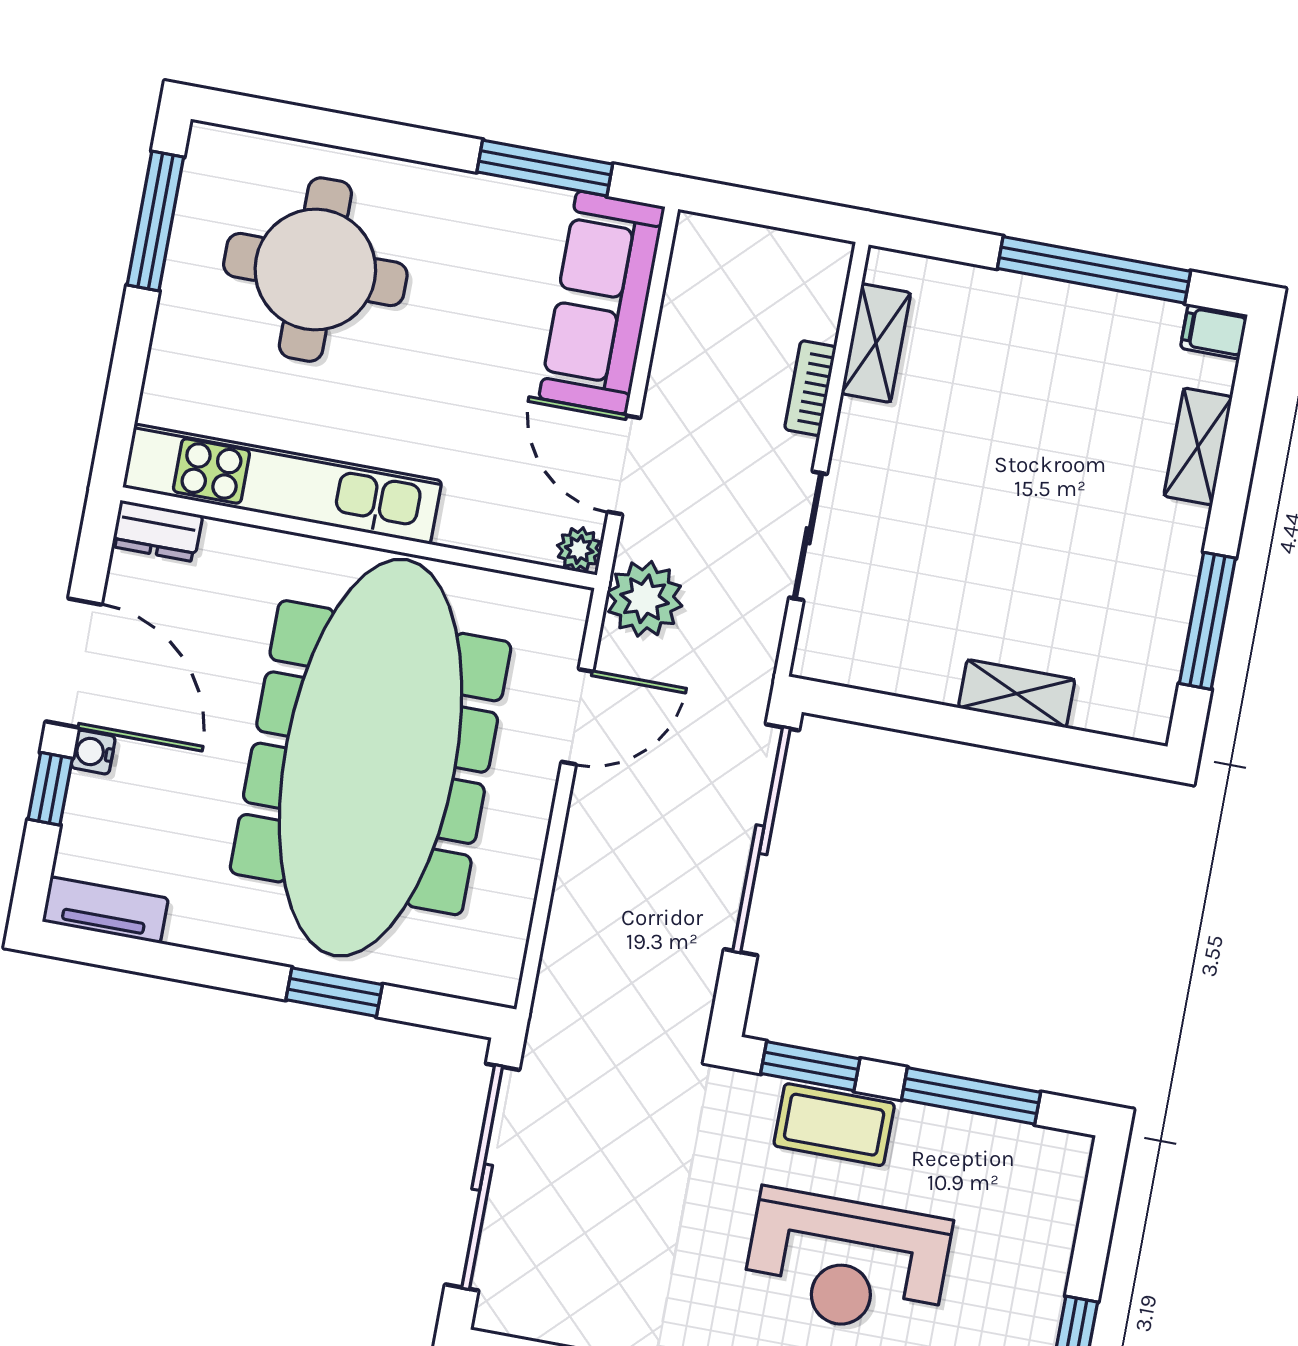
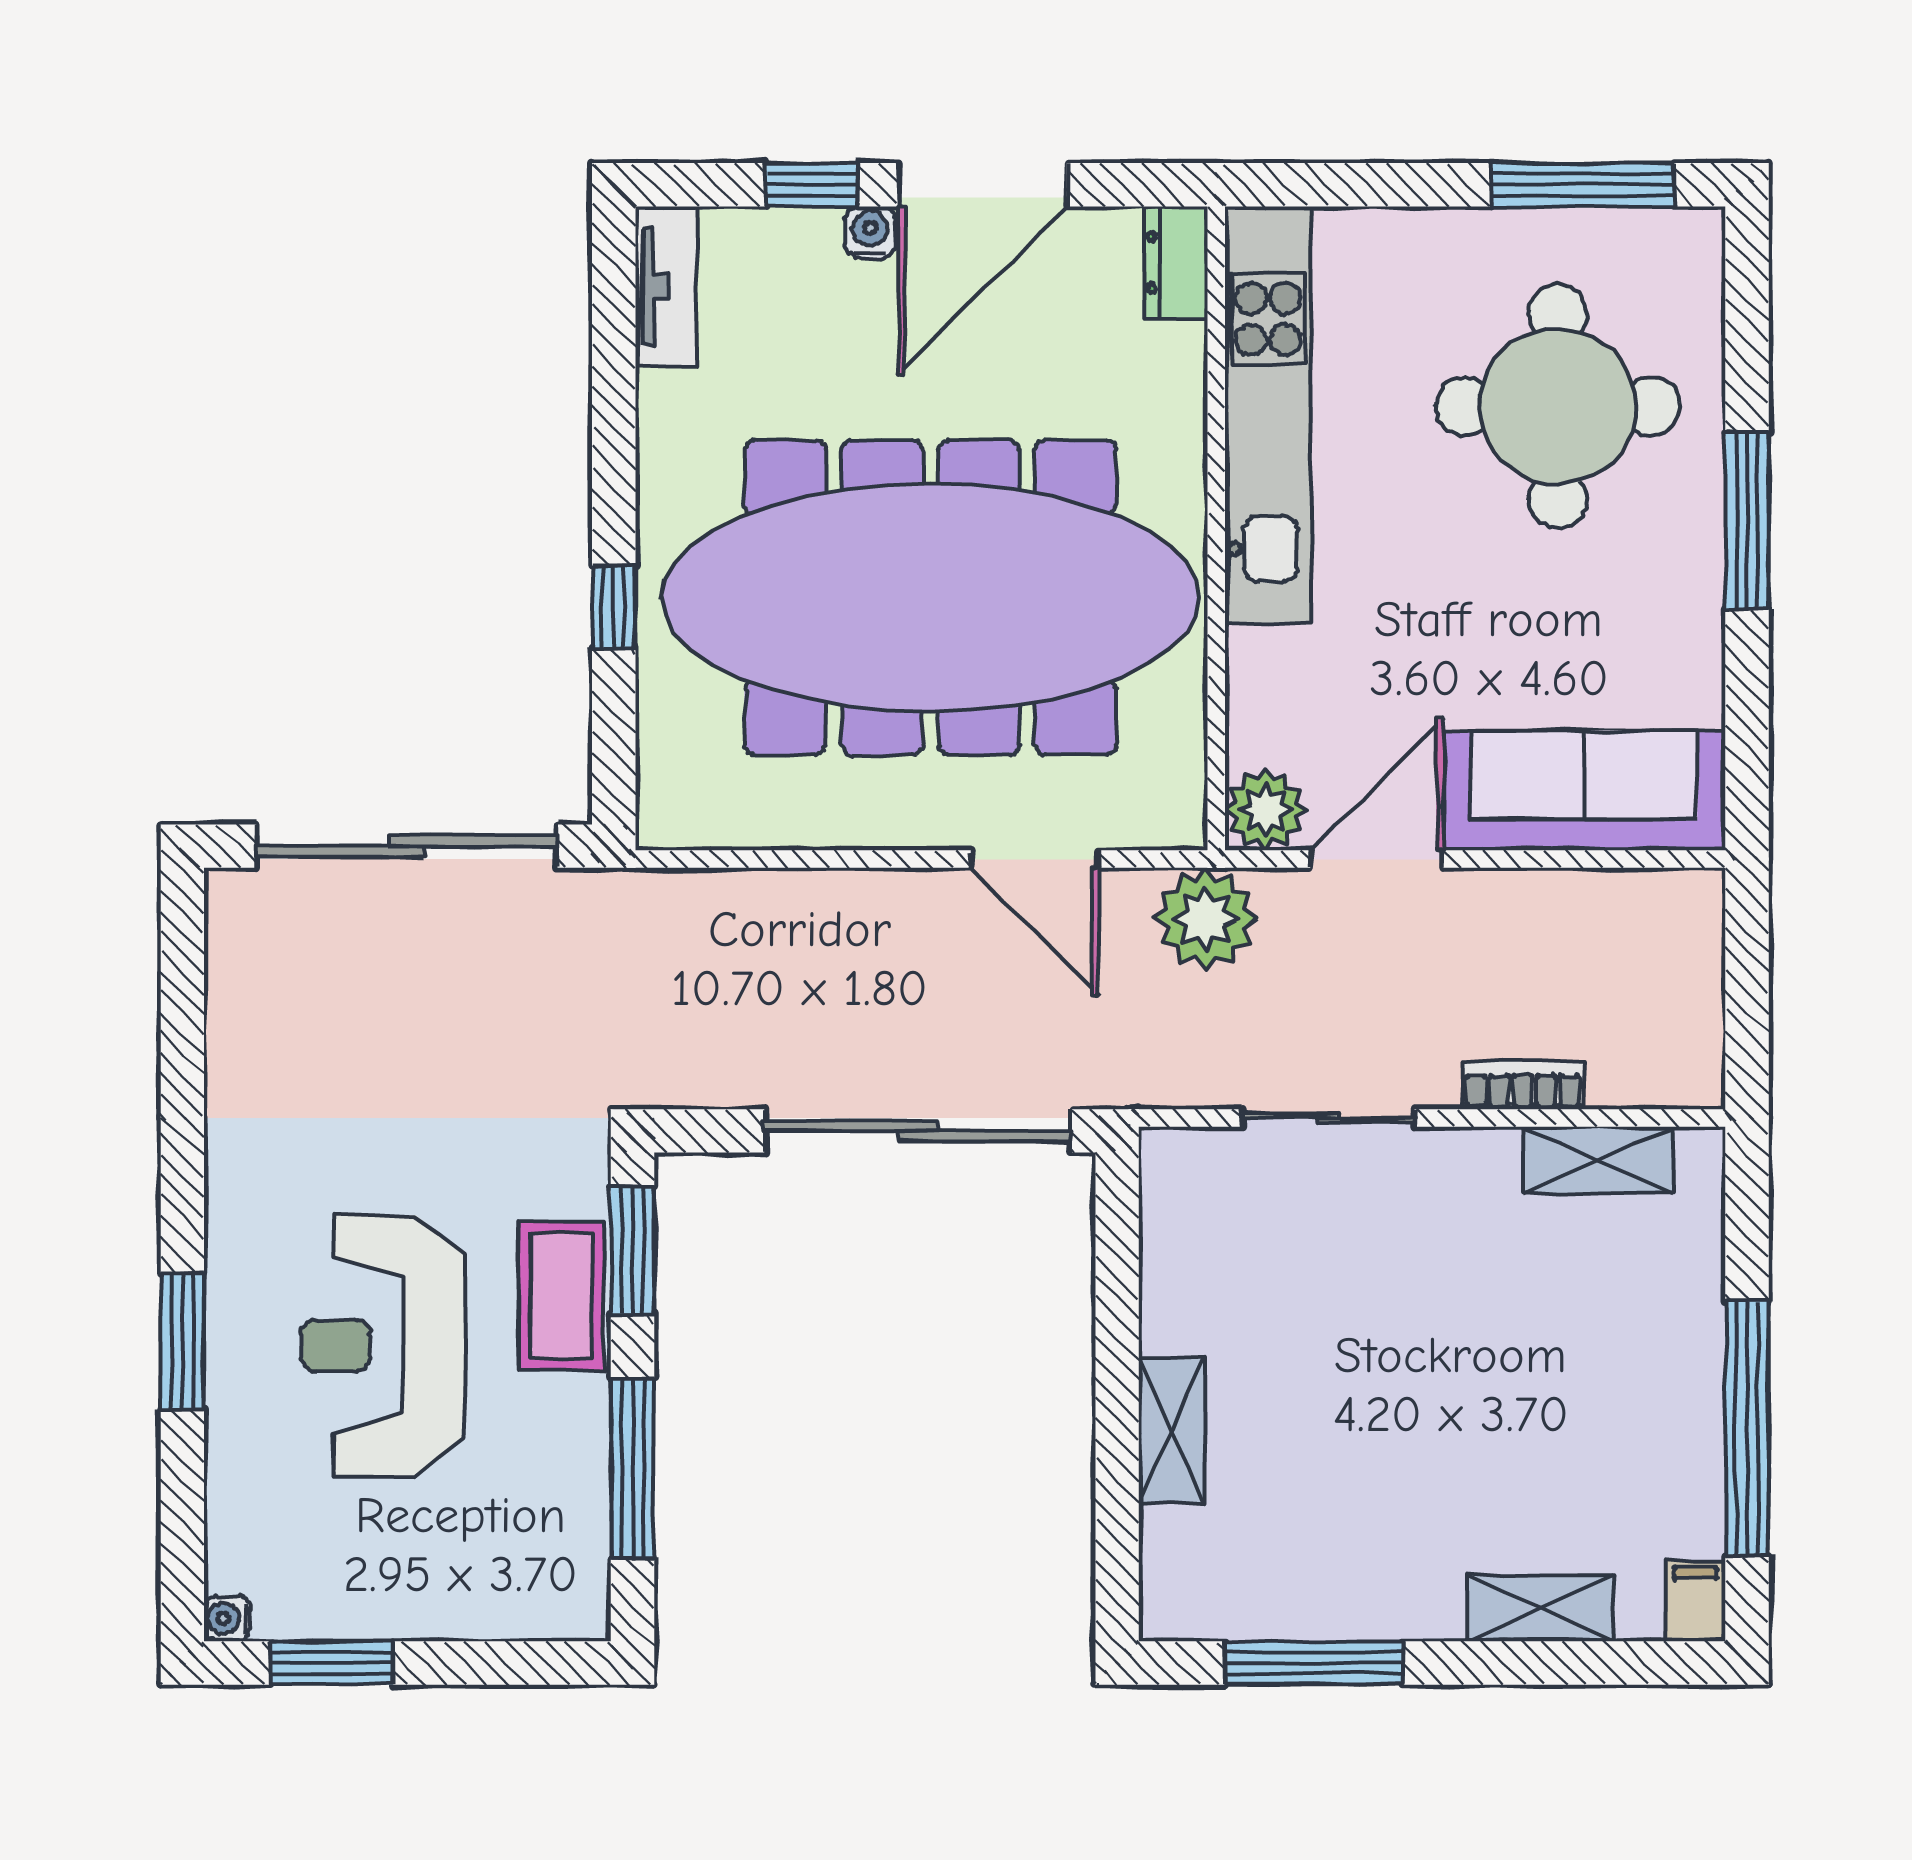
window: (545, 168) -> (1747, 521), moved
plant: (579, 549) -> (1266, 810), width x1.38, depth x1.38
window: (334, 992) -> (614, 607), width x0.67

